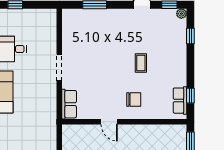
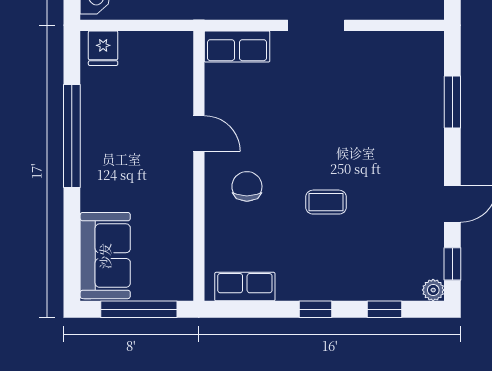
window: (190, 96) -> (316, 309), moved
chair: (134, 100) -> (247, 186), turned 180
door: (109, 122) -> (199, 133), swing flipped

